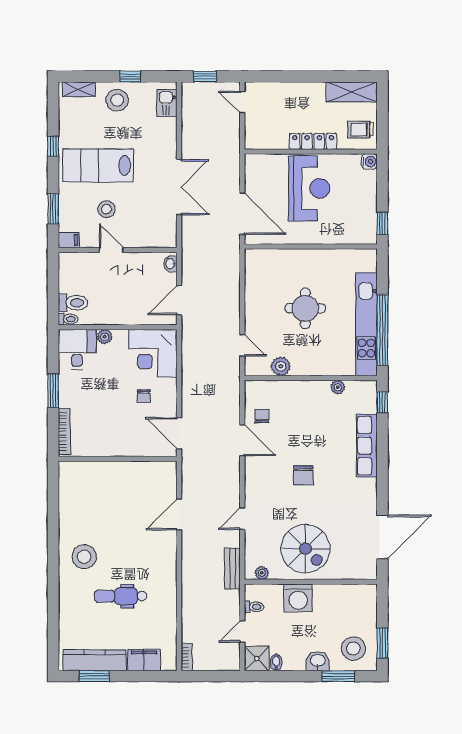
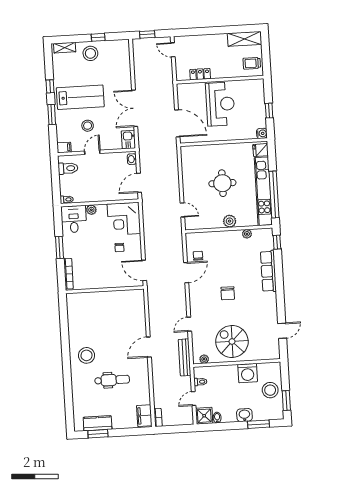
kitchen sink: (167, 103) -> (128, 140), moved
locker: (313, 141) -> (200, 74), moved, width x0.66
water cooler: (369, 161) -> (262, 133), moved
lab bench: (98, 165) -> (80, 97), turned 180
double door: (179, 187) -> (135, 108), swing flipped
window: (53, 209) -> (52, 115), moved
window: (382, 223) -> (269, 111), moved
door: (111, 250) -> (92, 152), hinge flipped
fridge: (366, 262) -> (261, 150), added
toilet: (73, 303) -> (68, 168), moved
plant: (281, 366) -> (230, 221), moved
door: (242, 440) -> (186, 273), hinge flipped
door: (179, 514) -> (149, 347), moved
door: (382, 537) -> (282, 331), width x0.53
spiral stairs: (305, 549) -> (232, 341), turned 180
bench: (232, 568) -> (185, 357), width x1.36
dental chair: (121, 596) -> (112, 380), turned 180
washing machine: (298, 598) -> (248, 373), moved
stool: (353, 649) -> (270, 390), moved
kitchen counter: (95, 660) -> (98, 423), width x0.67
filing cabinet: (144, 660) -> (144, 416), moved, turned -90

